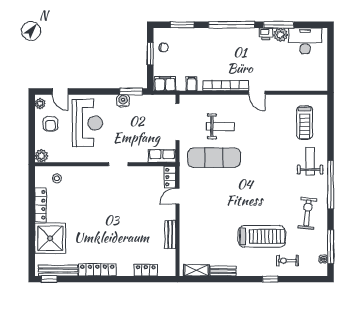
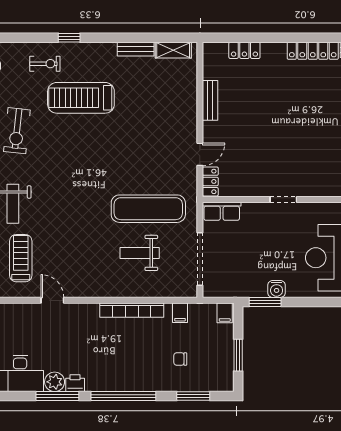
chair: (164, 47) -> (180, 359), moved
filing cabinet: (165, 84) -> (225, 313), width x0.50
door: (257, 93) -> (52, 300), moved

